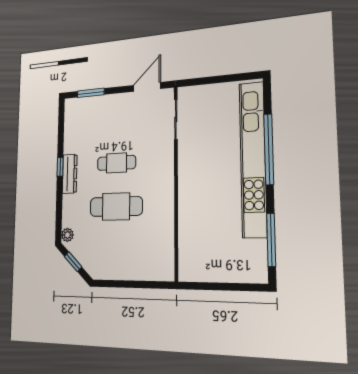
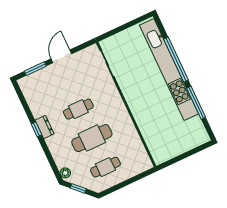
door: (147, 87) -> (61, 56), moved
dresser: (70, 174) -> (45, 127), width x0.70
window: (271, 240) -> (196, 103), moved
cafe table: (116, 251) -> (105, 167), added

